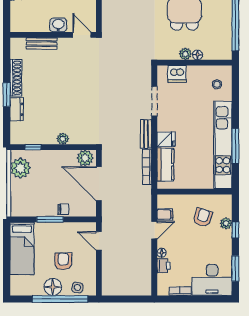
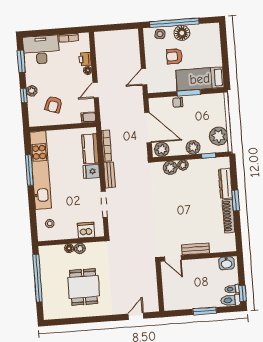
washbasin: (58, 25) -> (226, 263), moved
bench: (42, 43) -> (196, 249), moved
dresser: (17, 109) -> (225, 184), width x1.44
plant: (77, 137) -> (170, 168), added
plant: (50, 158) -> (193, 147), added
filing cabinet: (165, 214) -> (88, 117), moved
plant: (226, 223) -> (32, 91), moved
door: (99, 241) -> (144, 77), swing flipped
bed: (22, 248) -> (200, 79), moved, turned -90
armchair: (63, 261) -> (174, 56), turned 90

